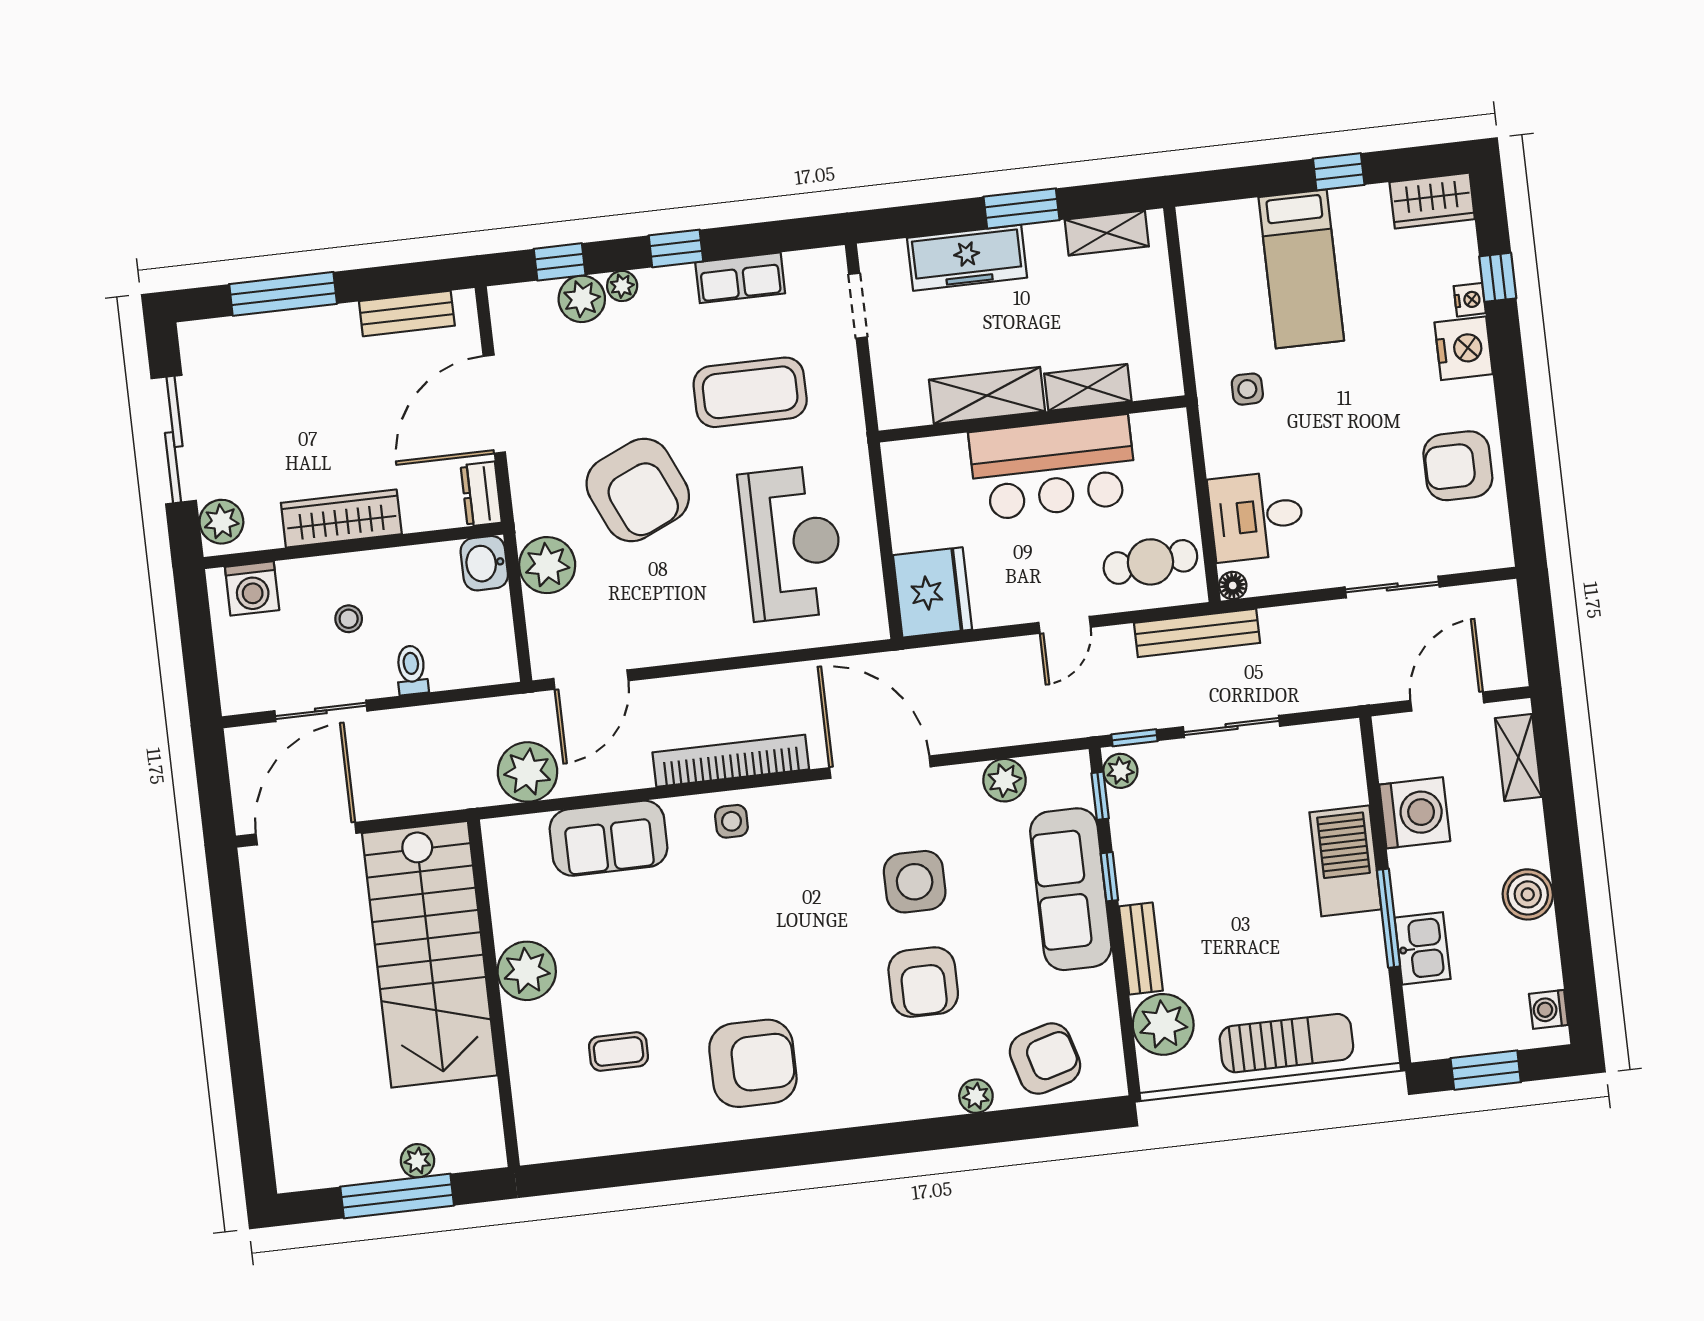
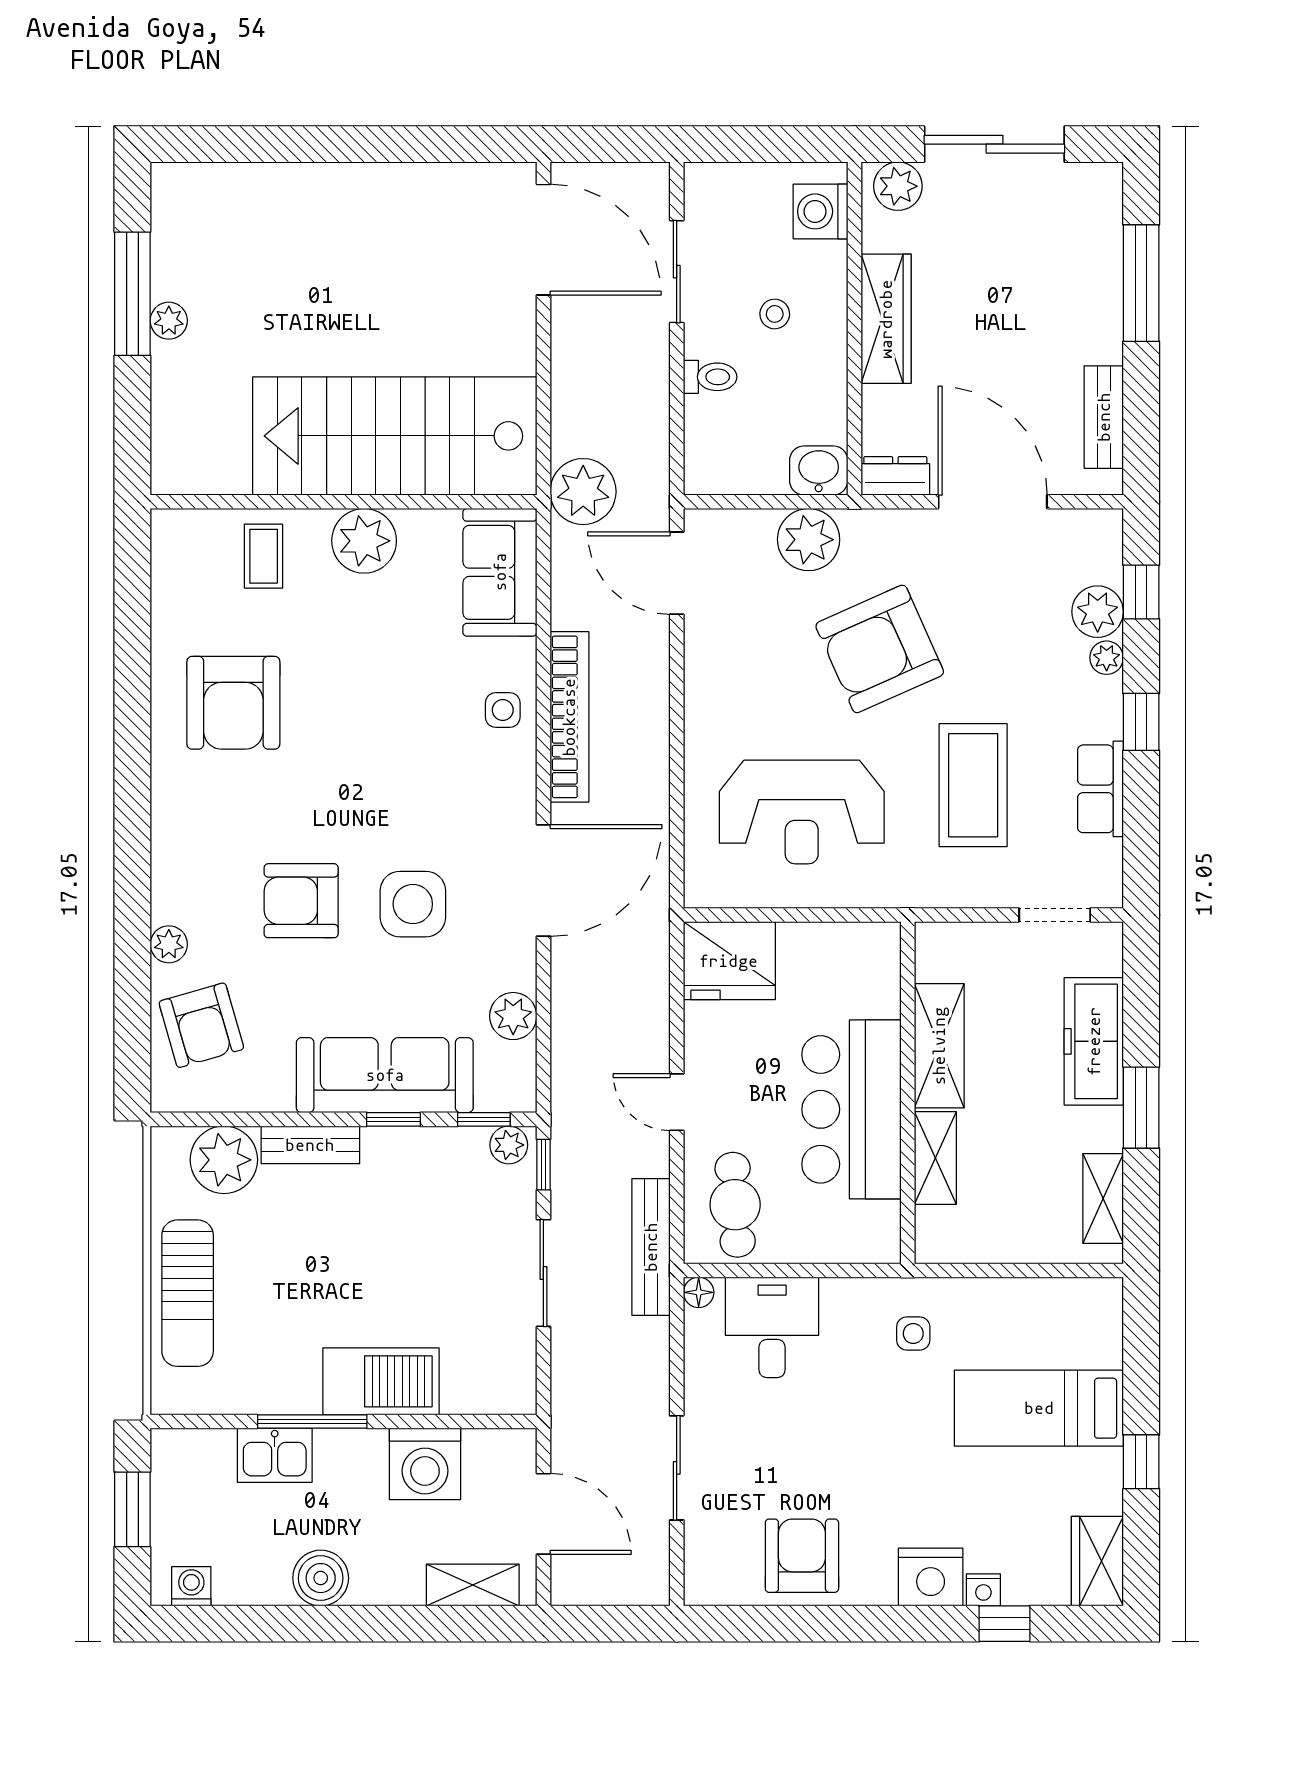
stairs: (430, 954) -> (395, 436), moved
plant: (527, 971) -> (364, 541), moved
wall: (494, 993) -> (344, 502), moved

